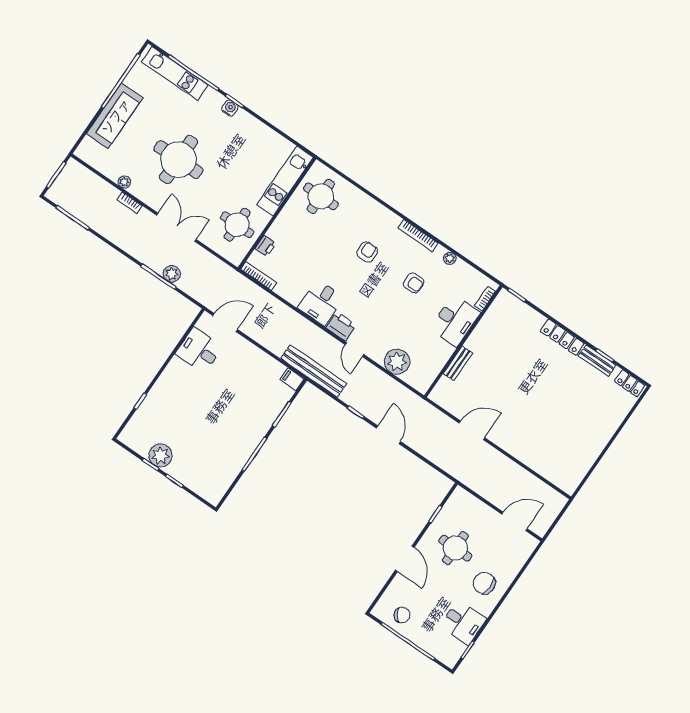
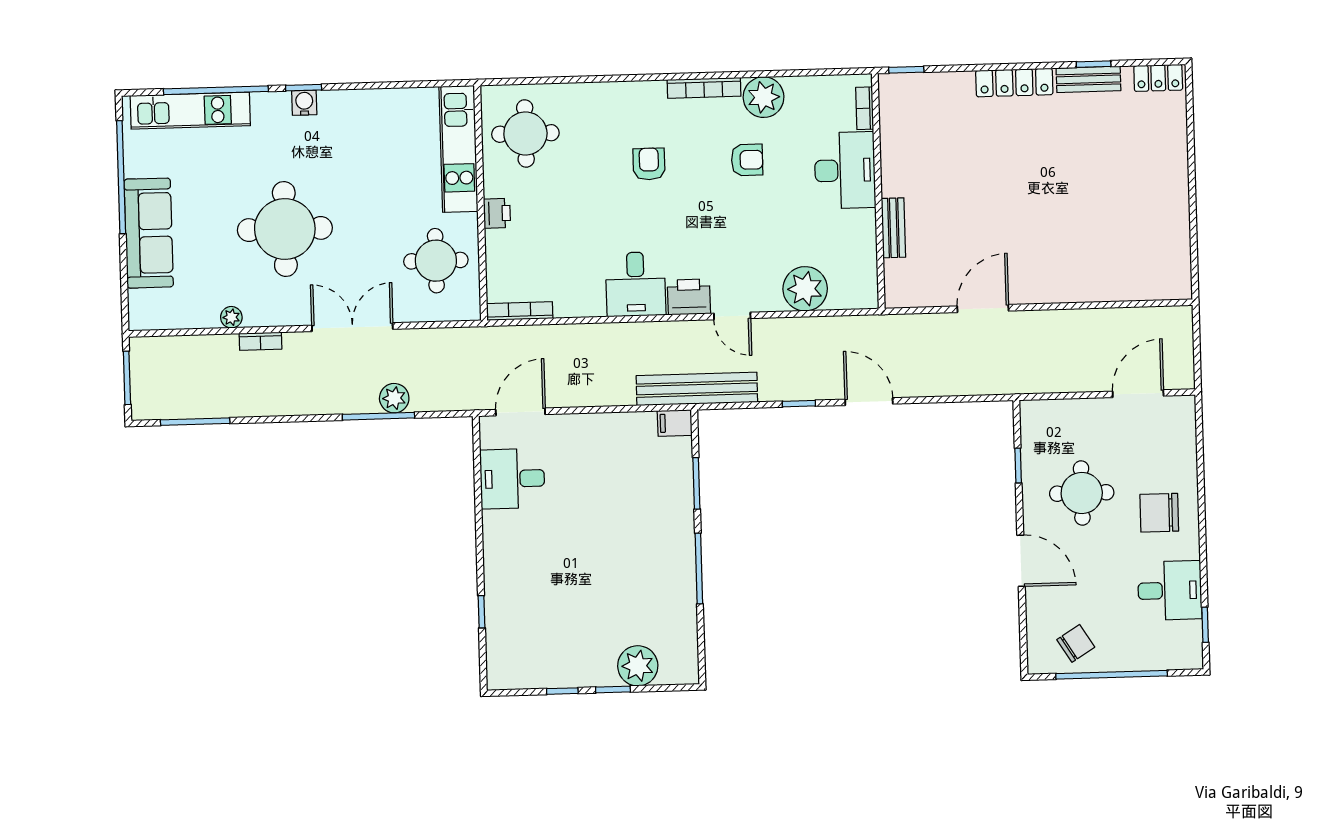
printer: (266, 246) -> (497, 213), moved
plant: (450, 258) -> (764, 97), width x1.88, depth x1.88
plant: (160, 455) -> (638, 666), moved

